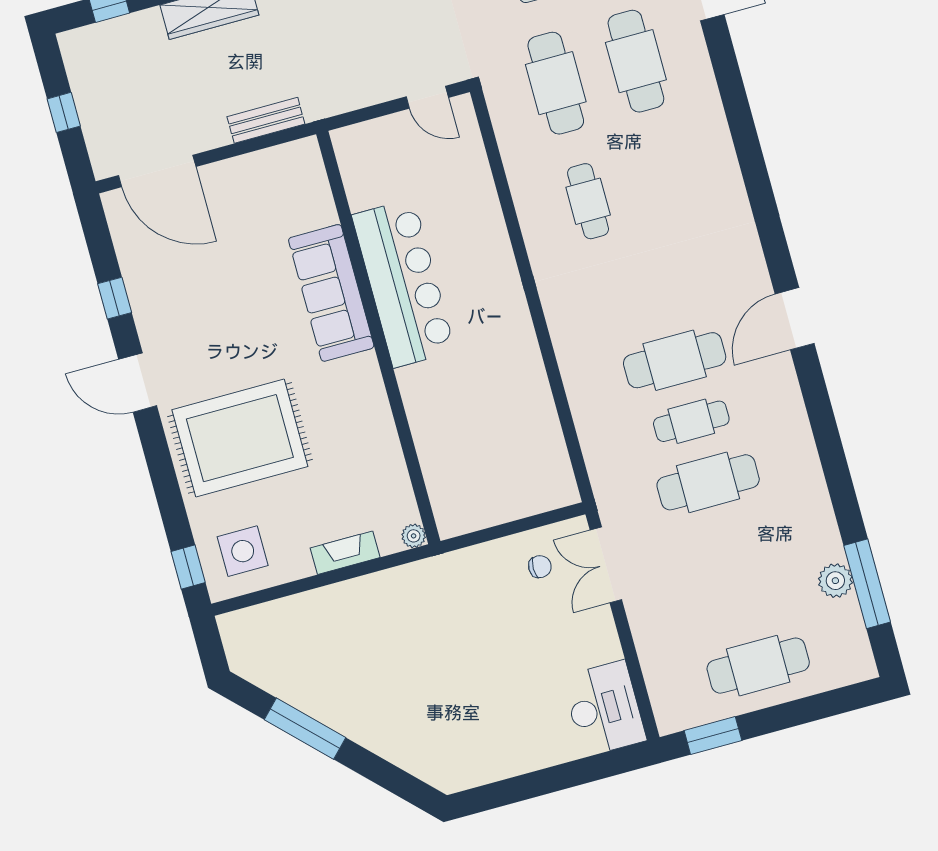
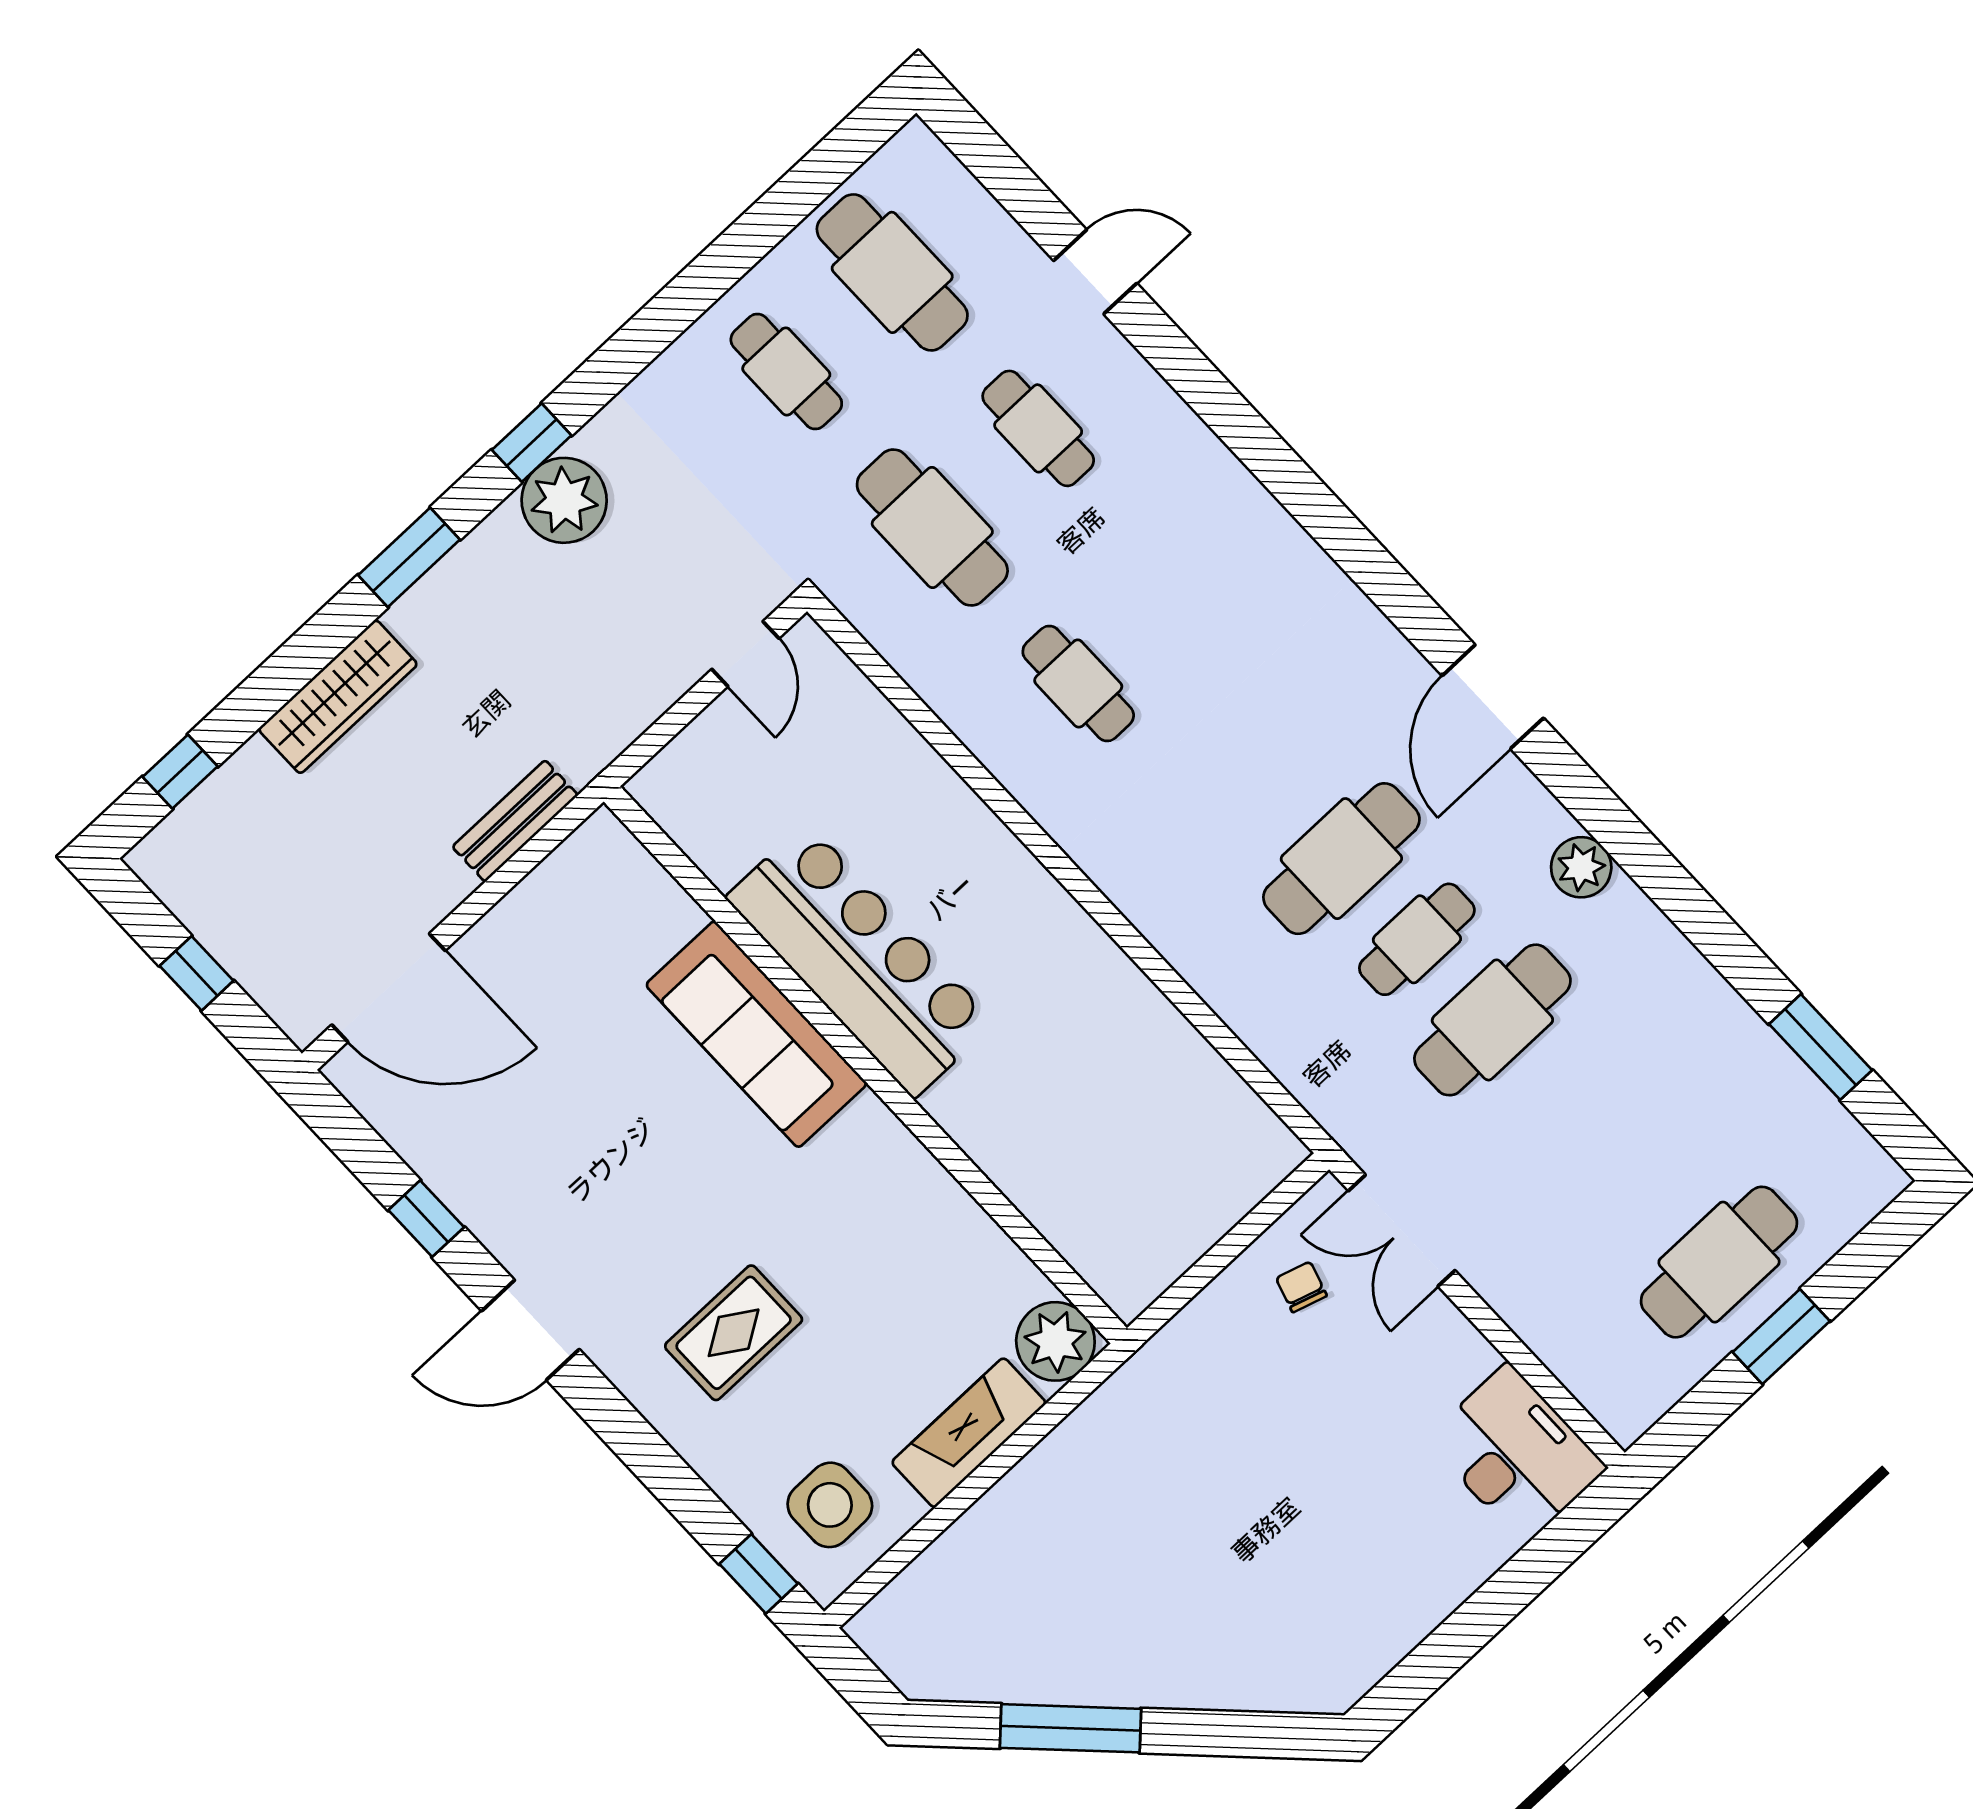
cafe table: (636, 61) -> (1038, 428), width x0.73, depth x0.74
door: (427, 97) -> (745, 654), hinge flipped
rug: (240, 438) -> (734, 1333), width x0.54, depth x0.49
plant: (414, 536) -> (1055, 1341), width x1.88, depth x1.88
fireplace: (345, 553) -> (969, 1433), width x1.37, depth x1.32
chair: (540, 567) -> (1301, 1287), turned -73
plant: (835, 581) -> (1581, 867), moved
window: (867, 584) -> (1821, 1047), width x0.69
window: (713, 736) -> (1781, 1337), moved

